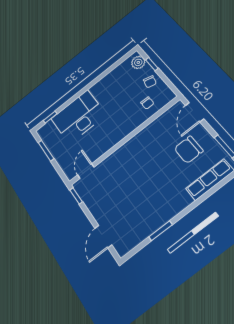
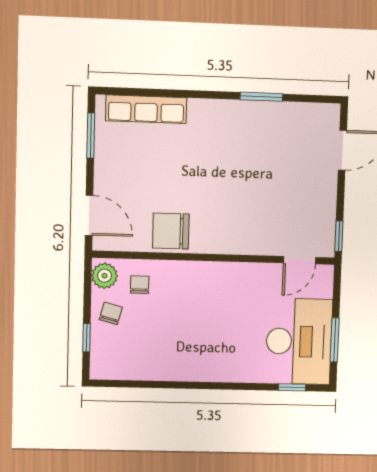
plant: (138, 62) -> (105, 276), moved
door: (195, 112) -> (89, 215), hinge flipped
desk: (78, 117) -> (299, 341), moved, turned -90
chair: (189, 150) -> (171, 231), moved, turned 180

